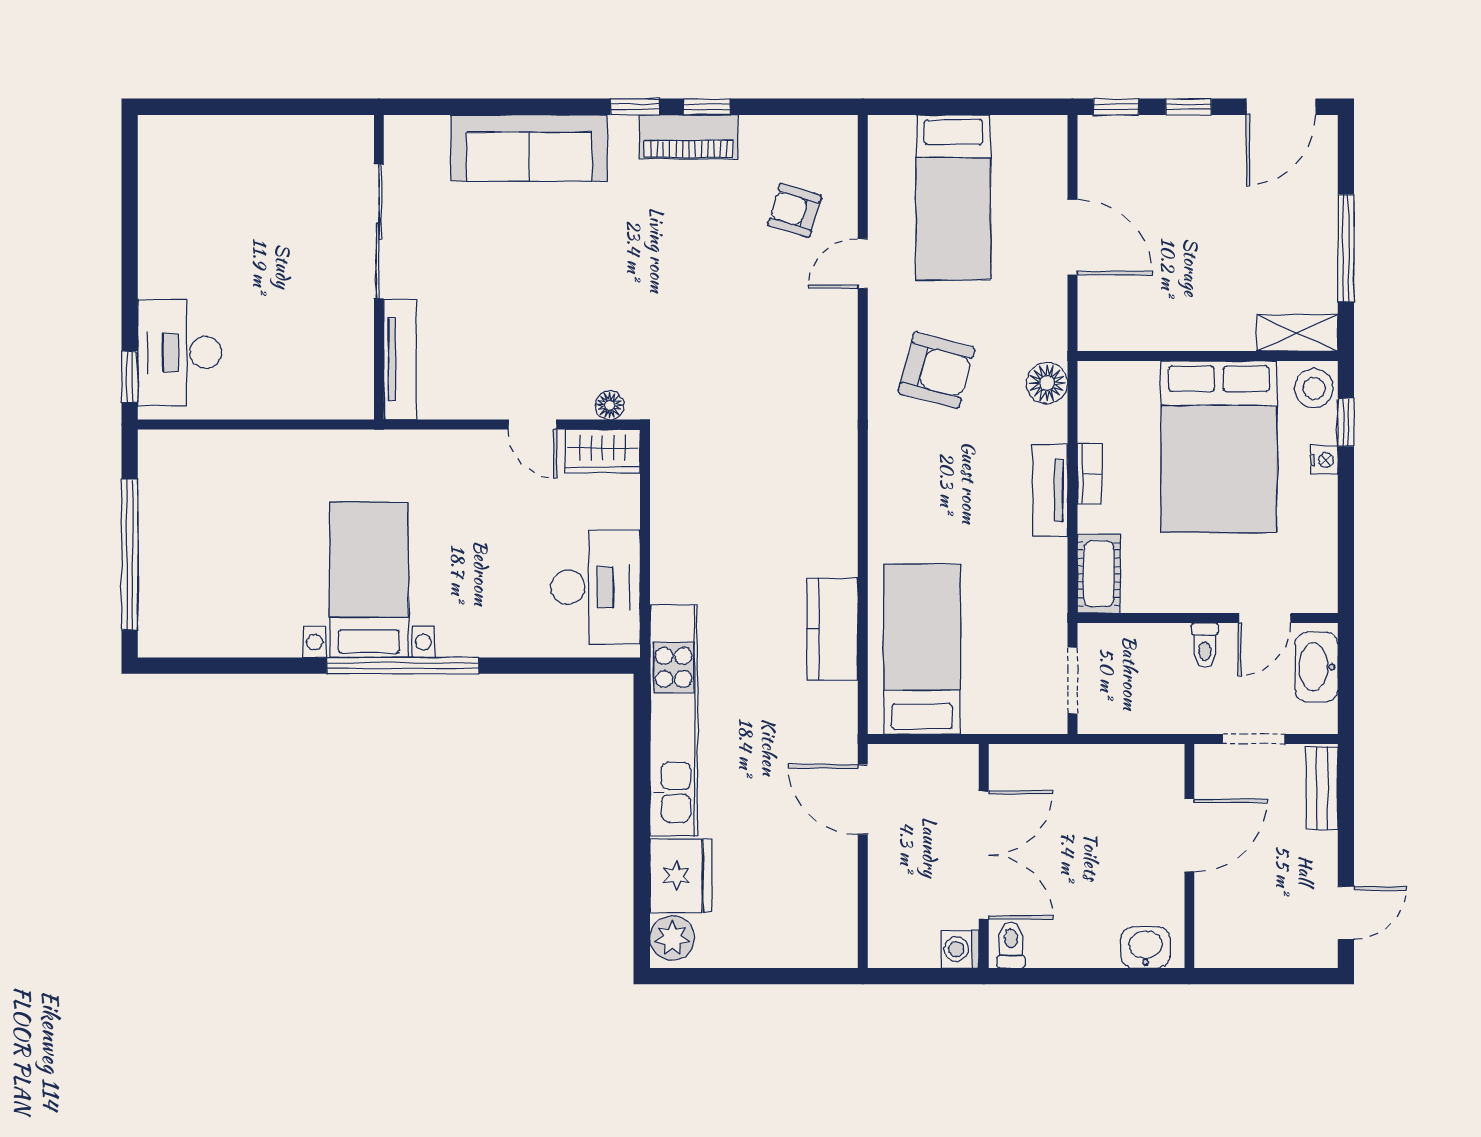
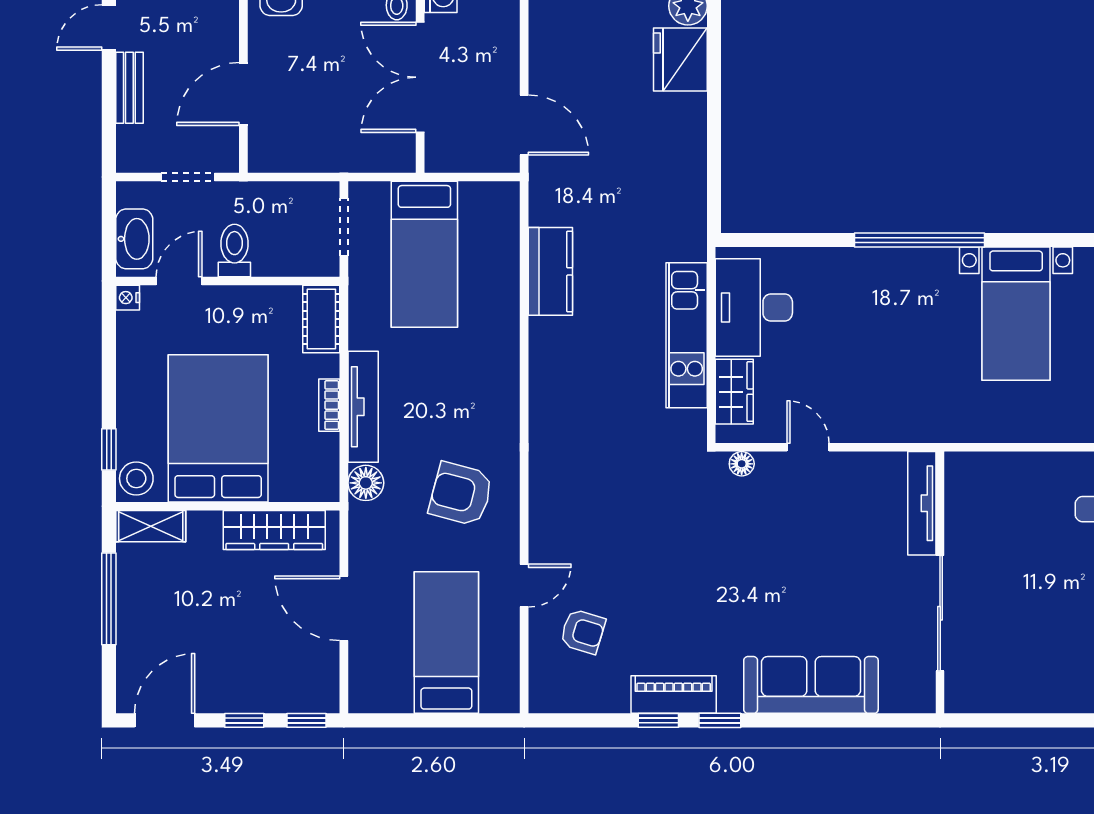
wardrobe: (1154, 328) -> (274, 530), added
wardrobe: (602, 451) -> (734, 392), moved, turned 90
nightstand: (1324, 460) -> (128, 298), moved
tv unit: (1050, 491) -> (363, 407), width x1.41
bed with nightstands: (369, 580) -> (1016, 314), moved
toilet: (1205, 645) -> (234, 250), width x1.37, depth x1.39
bed: (922, 649) -> (424, 254), moved
kitchen unit: (674, 720) -> (687, 335), moved, width x0.73
bench: (1322, 788) -> (129, 88), moved

